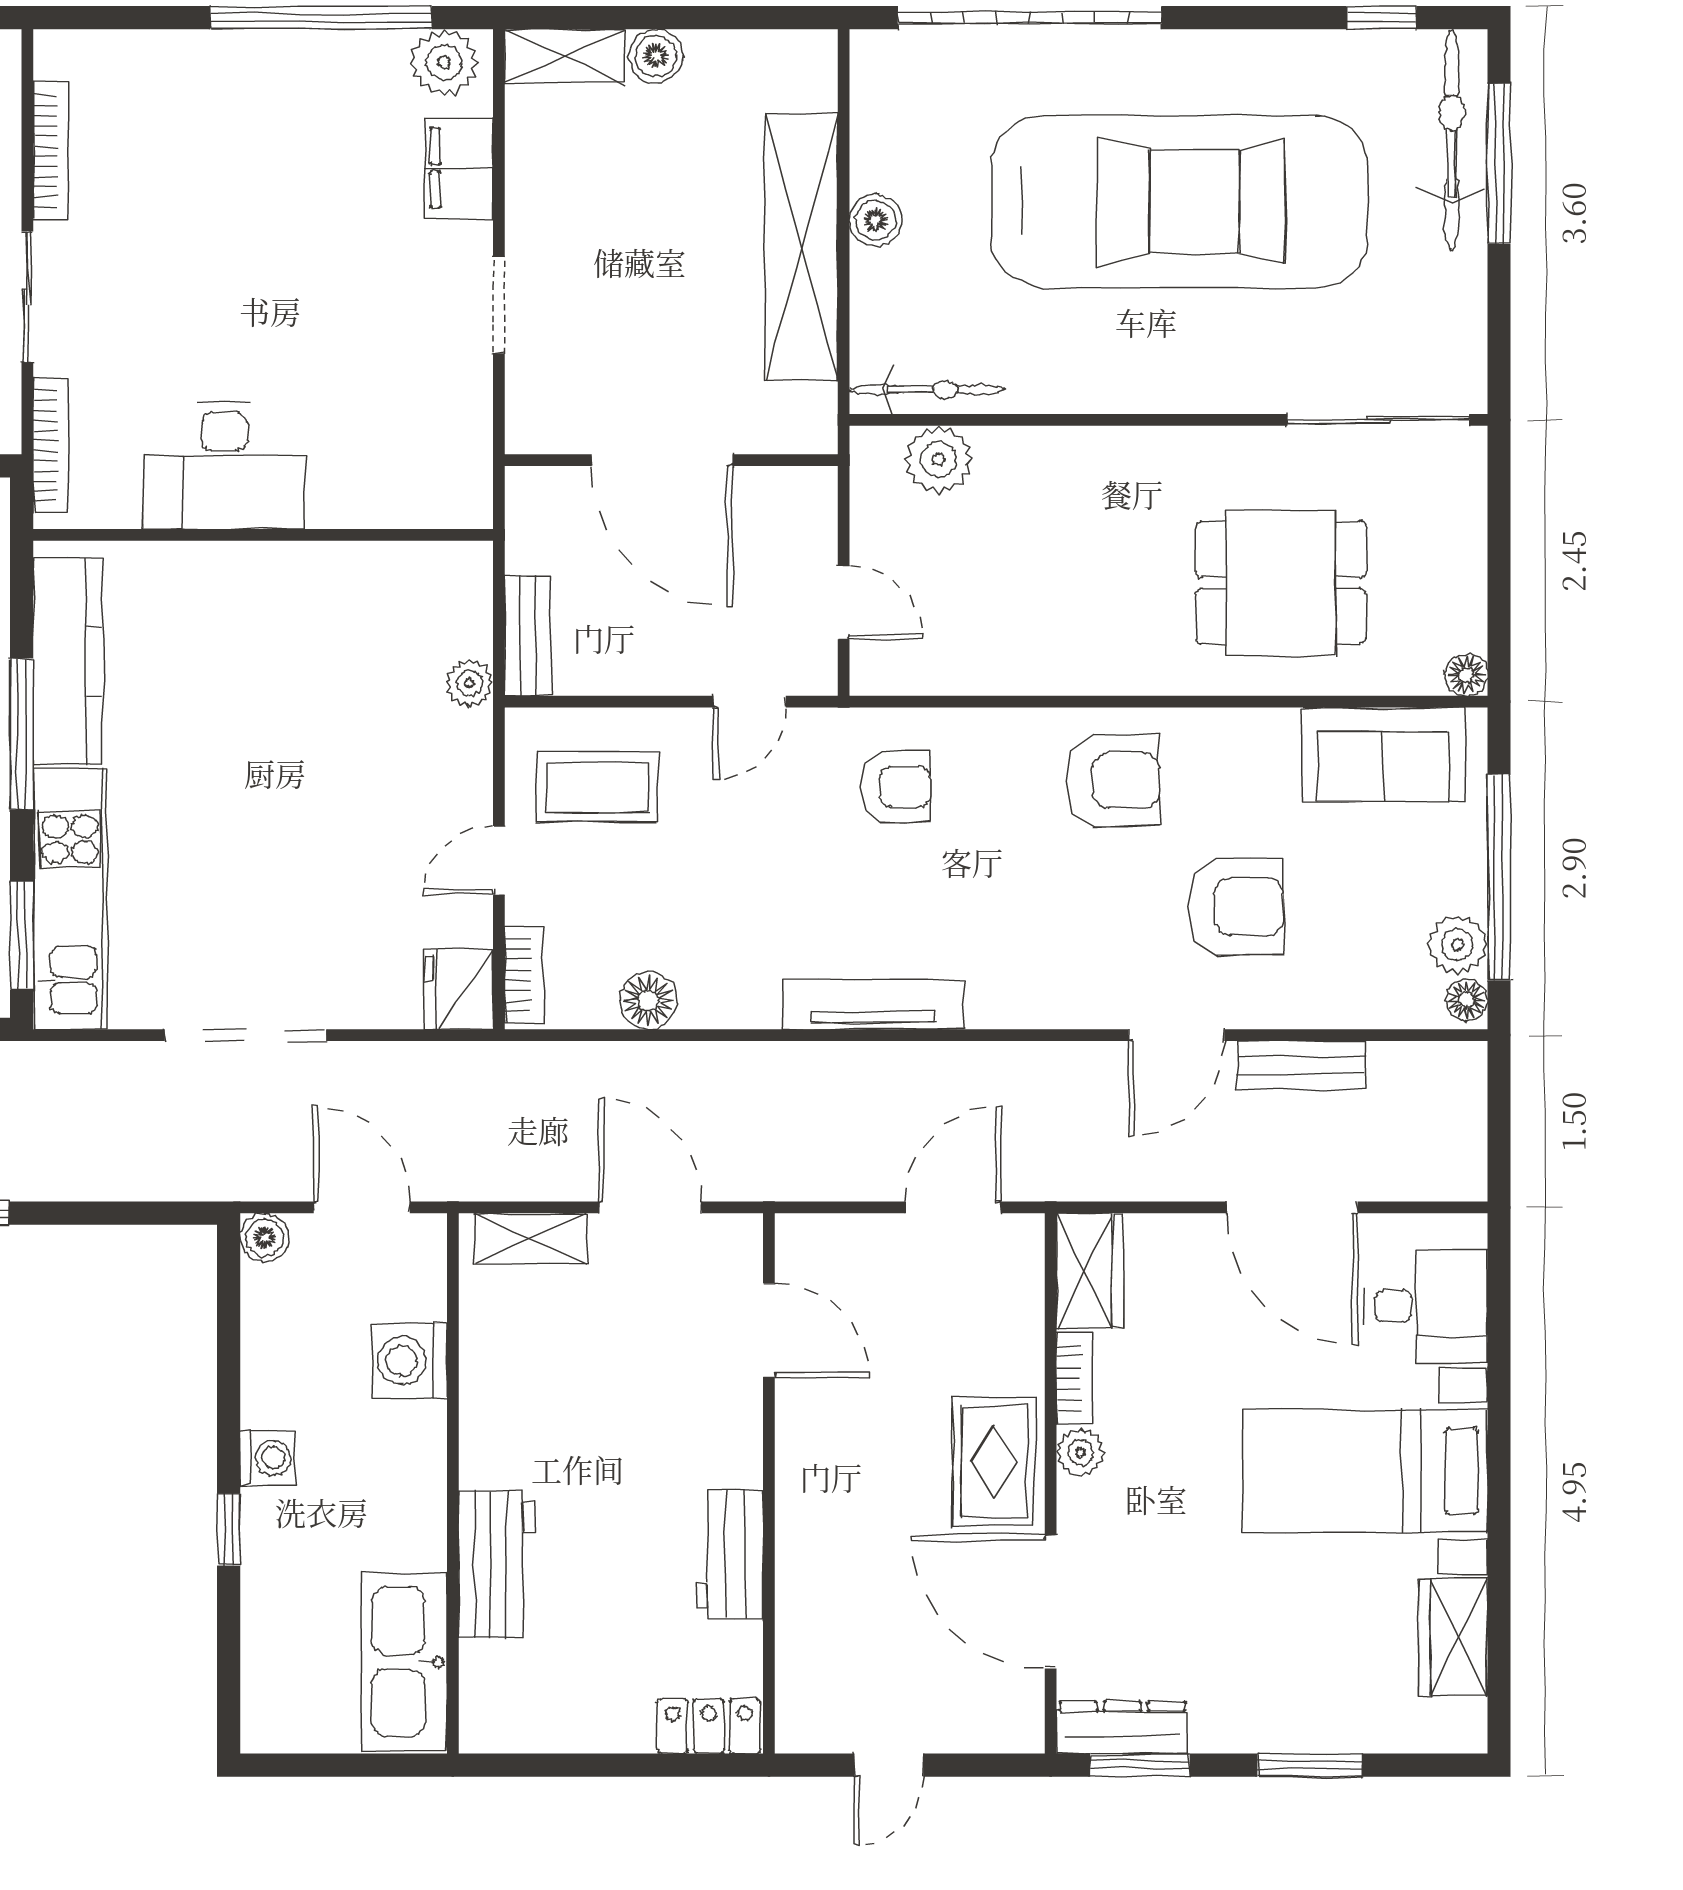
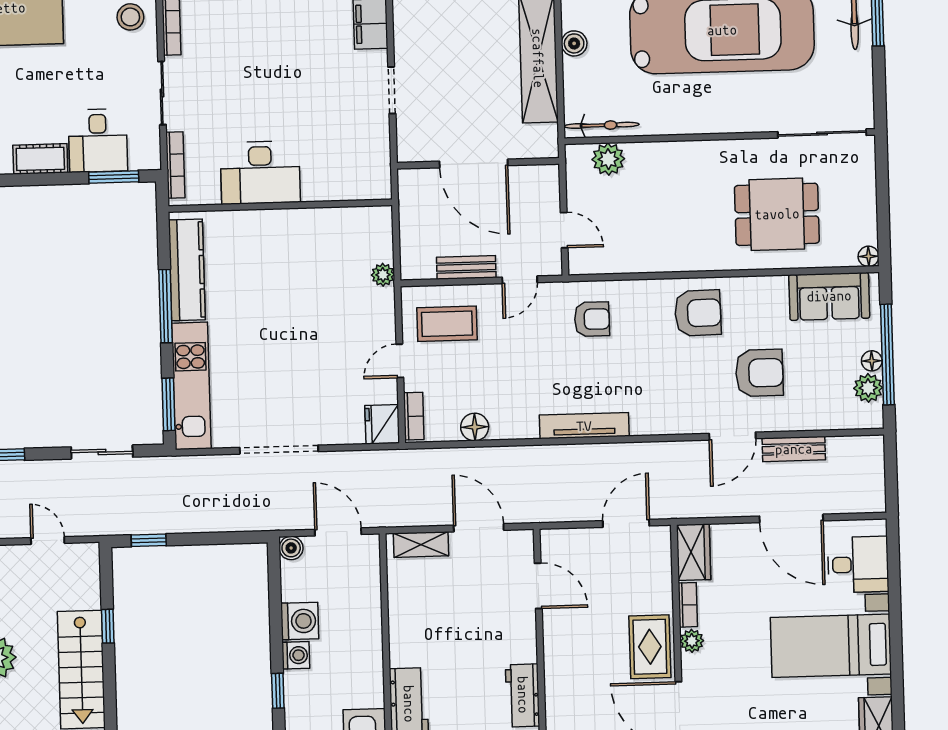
bench: (528, 636) -> (466, 267), moved, turned 90
floor lamp: (1467, 1000) -> (872, 361), moved
washing machine: (409, 1361) -> (300, 621), moved, turned 180

